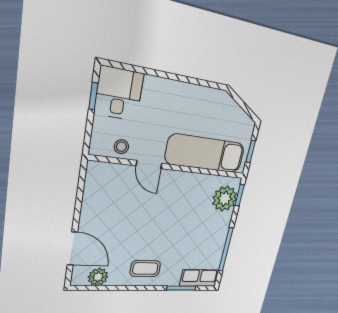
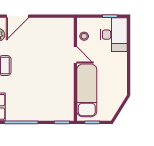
desk: (119, 94) -> (114, 35), width x1.37
door: (149, 165) -> (75, 55), swing flipped
plant: (225, 199) -> (58, 112), removed

